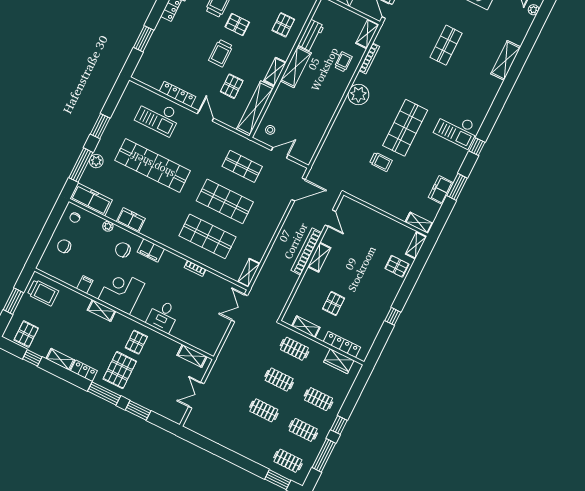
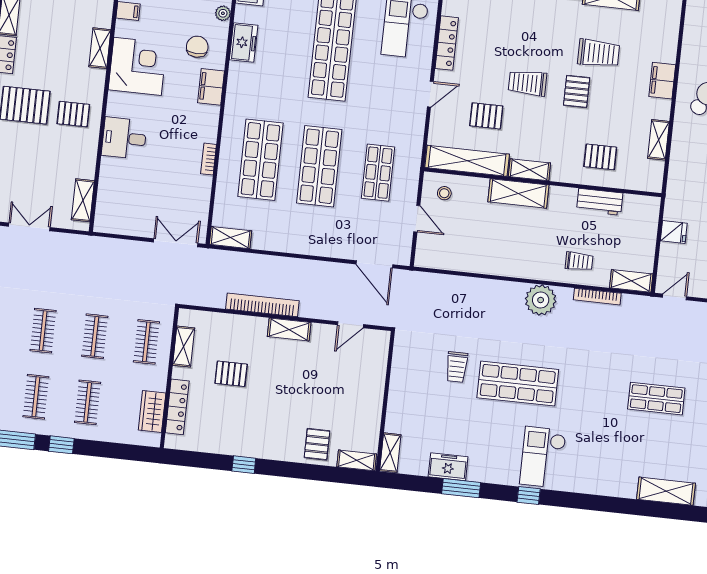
shelving: (296, 67) -> (518, 193), moved
bookcase: (306, 251) -> (262, 305), moved

